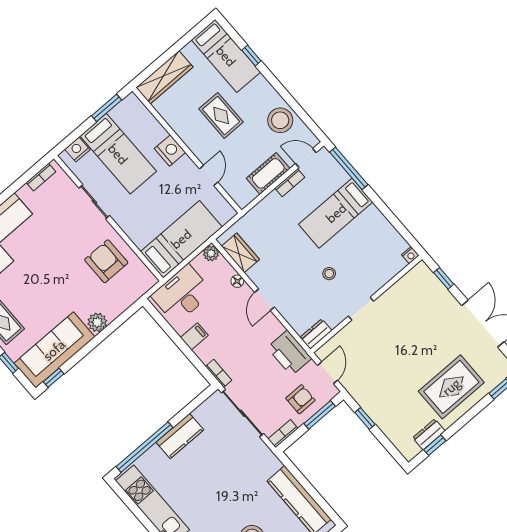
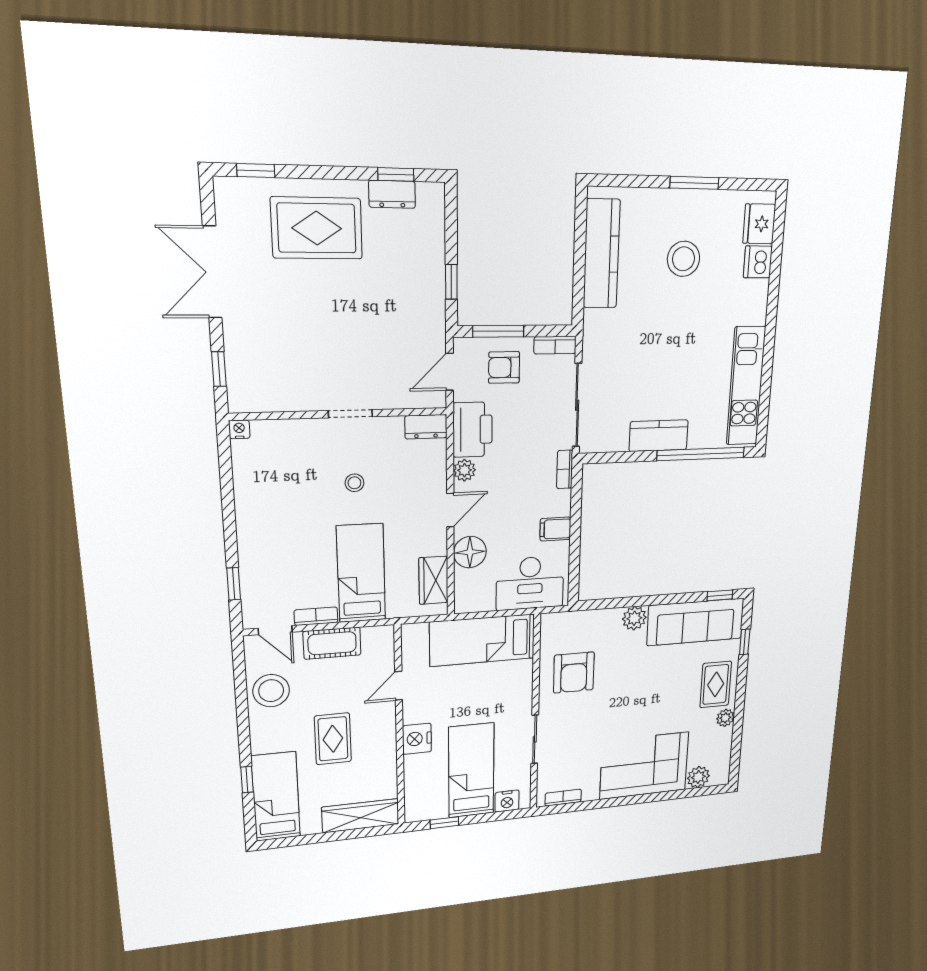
window: (107, 108) -> (444, 823), width x0.67
window: (349, 168) -> (234, 584), width x0.46
bed: (336, 213) -> (361, 573), moved, turned -90
plant: (211, 253) -> (464, 470), moved
floor lamp: (237, 281) -> (470, 552), width x1.89, depth x1.89

